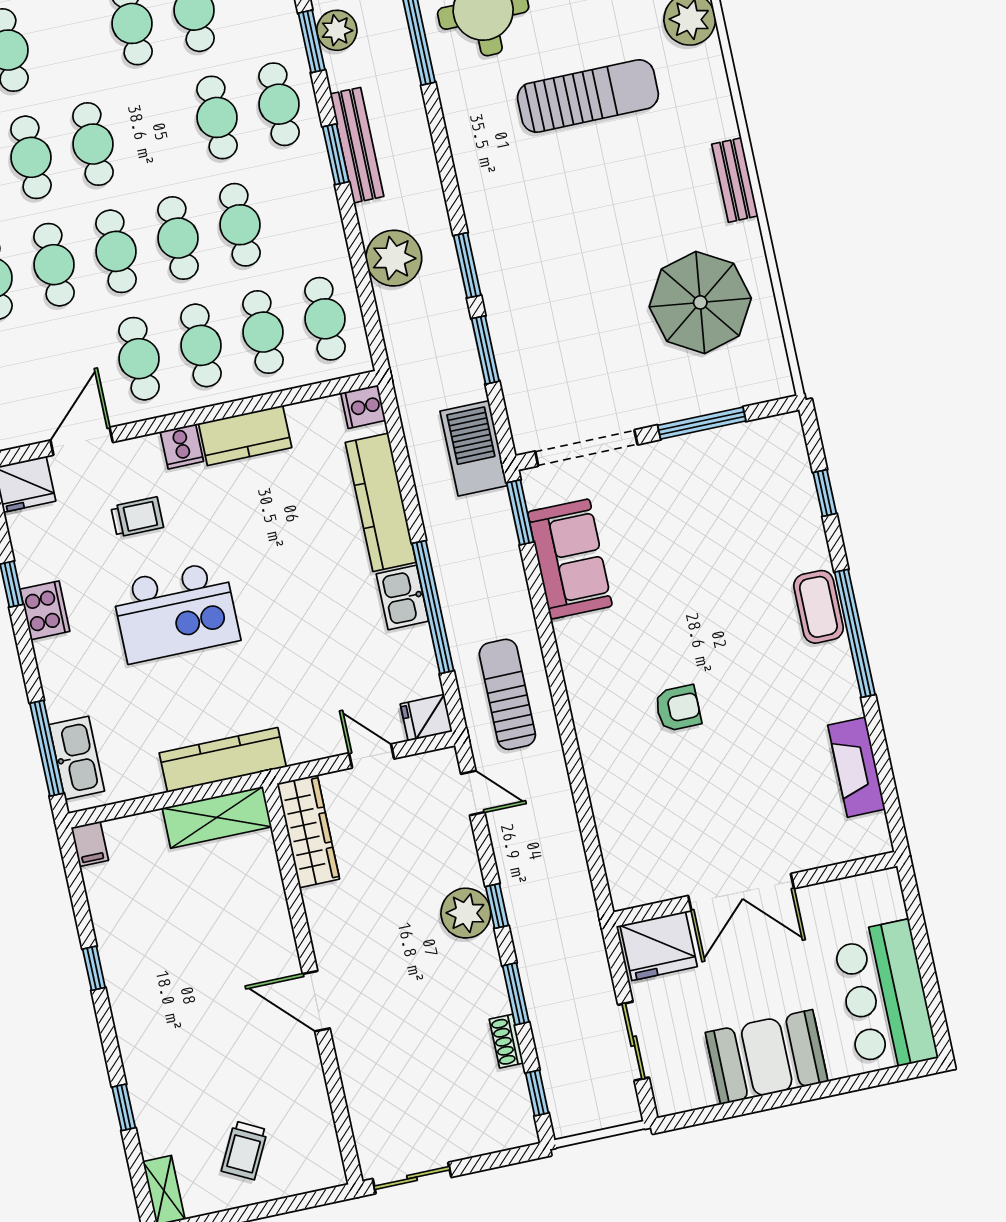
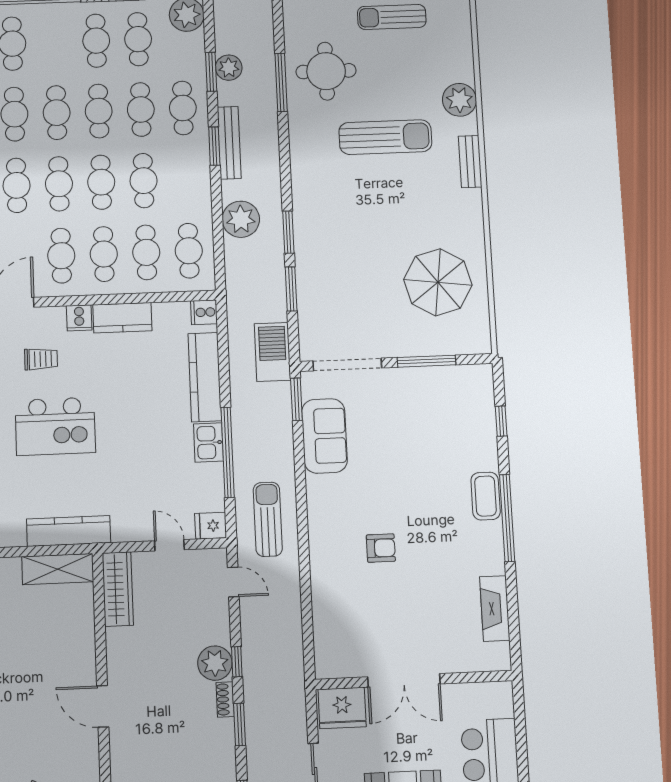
cafe table: (155, 131) -> (99, 111), added
bench: (735, 180) -> (470, 162), moved
shoe rack: (506, 1041) -> (225, 699), moved

